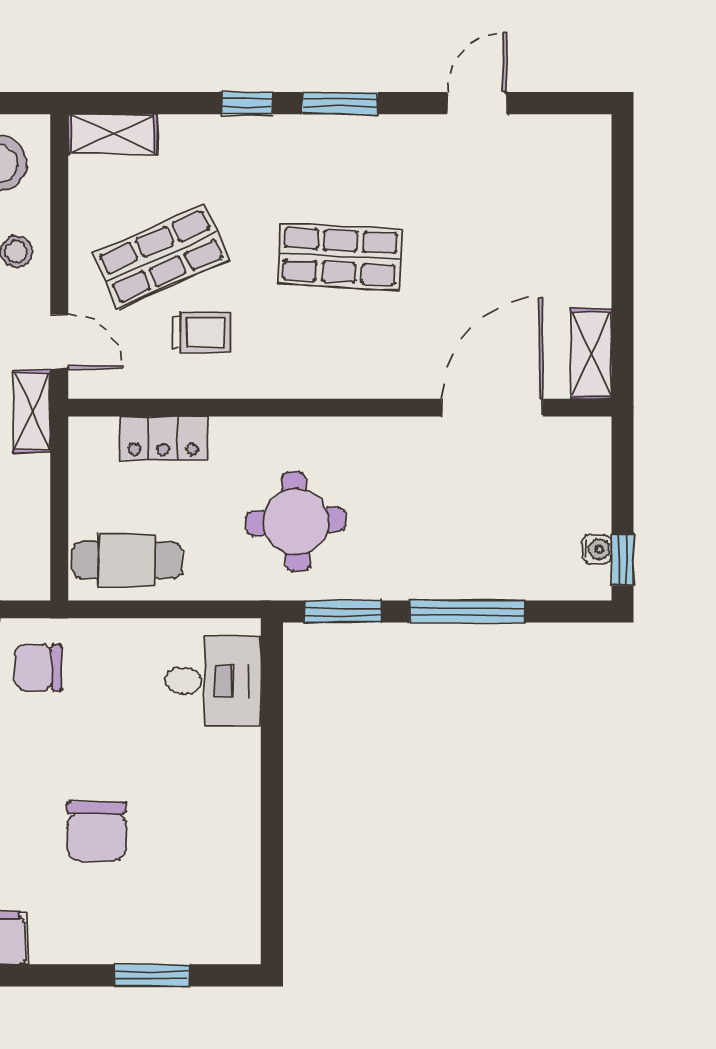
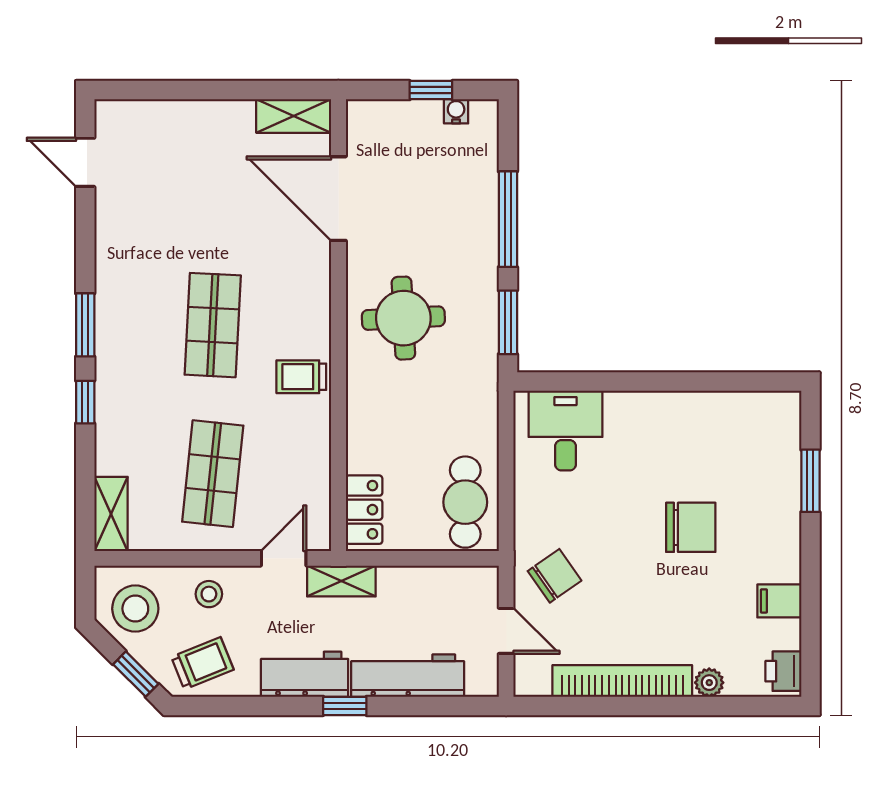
door: (477, 103) -> (85, 162), moved
shop shelf: (161, 256) -> (213, 474), turned 30
trolley: (202, 332) -> (301, 377), moved, turned -90
locker: (163, 438) -> (364, 510), moved
round table: (296, 521) -> (403, 318), moved
window: (622, 560) -> (431, 90), moved
chair: (38, 668) -> (555, 576), turned -125

